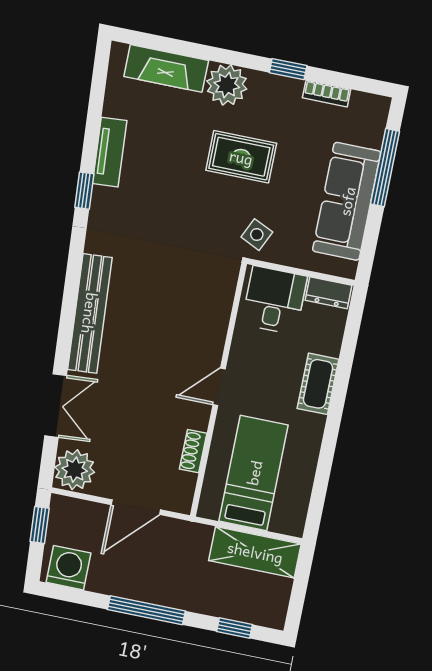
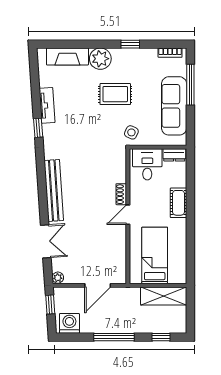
bookcase: (327, 94) -> (170, 53), moved
shoe rack: (193, 451) -> (121, 194), moved
plant: (75, 470) -> (58, 278), width x0.53, depth x0.53

